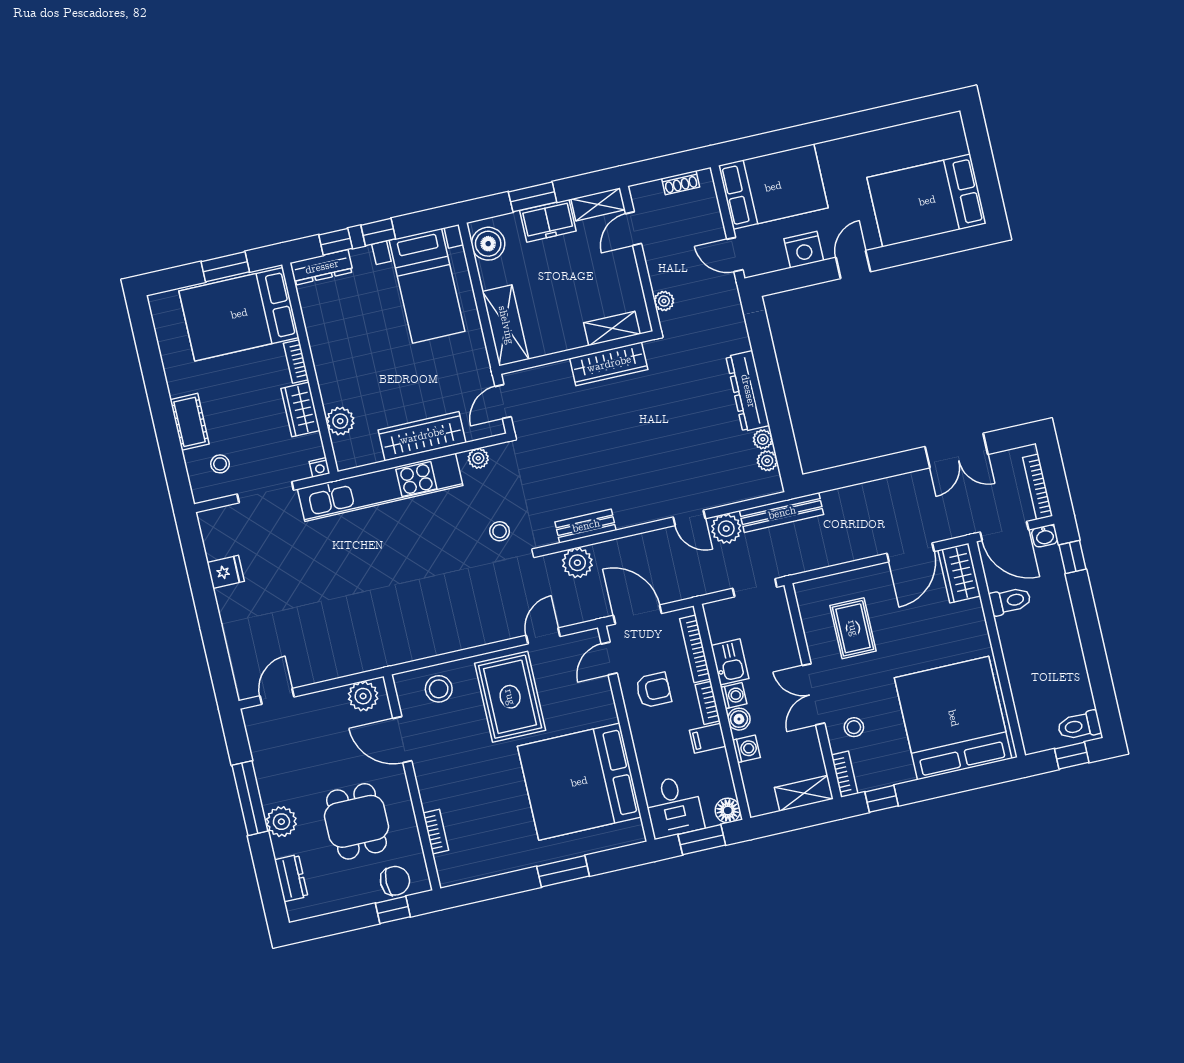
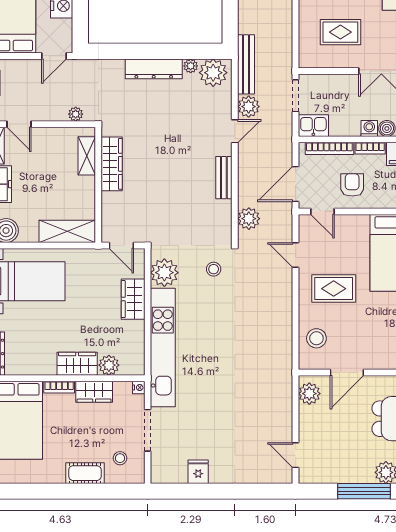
wardrobe: (333, 378) -> (77, 364), added
wardrobe: (422, 436) -> (133, 299), width x0.67
plant: (478, 458) -> (164, 273), width x1.87, depth x1.87
plant: (767, 461) -> (213, 73), width x1.88, depth x1.88
bench: (586, 526) -> (224, 178), moved
kitchen sink: (730, 662) -> (313, 126), moved
rug: (510, 697) -> (334, 289), width x0.73, depth x0.70

